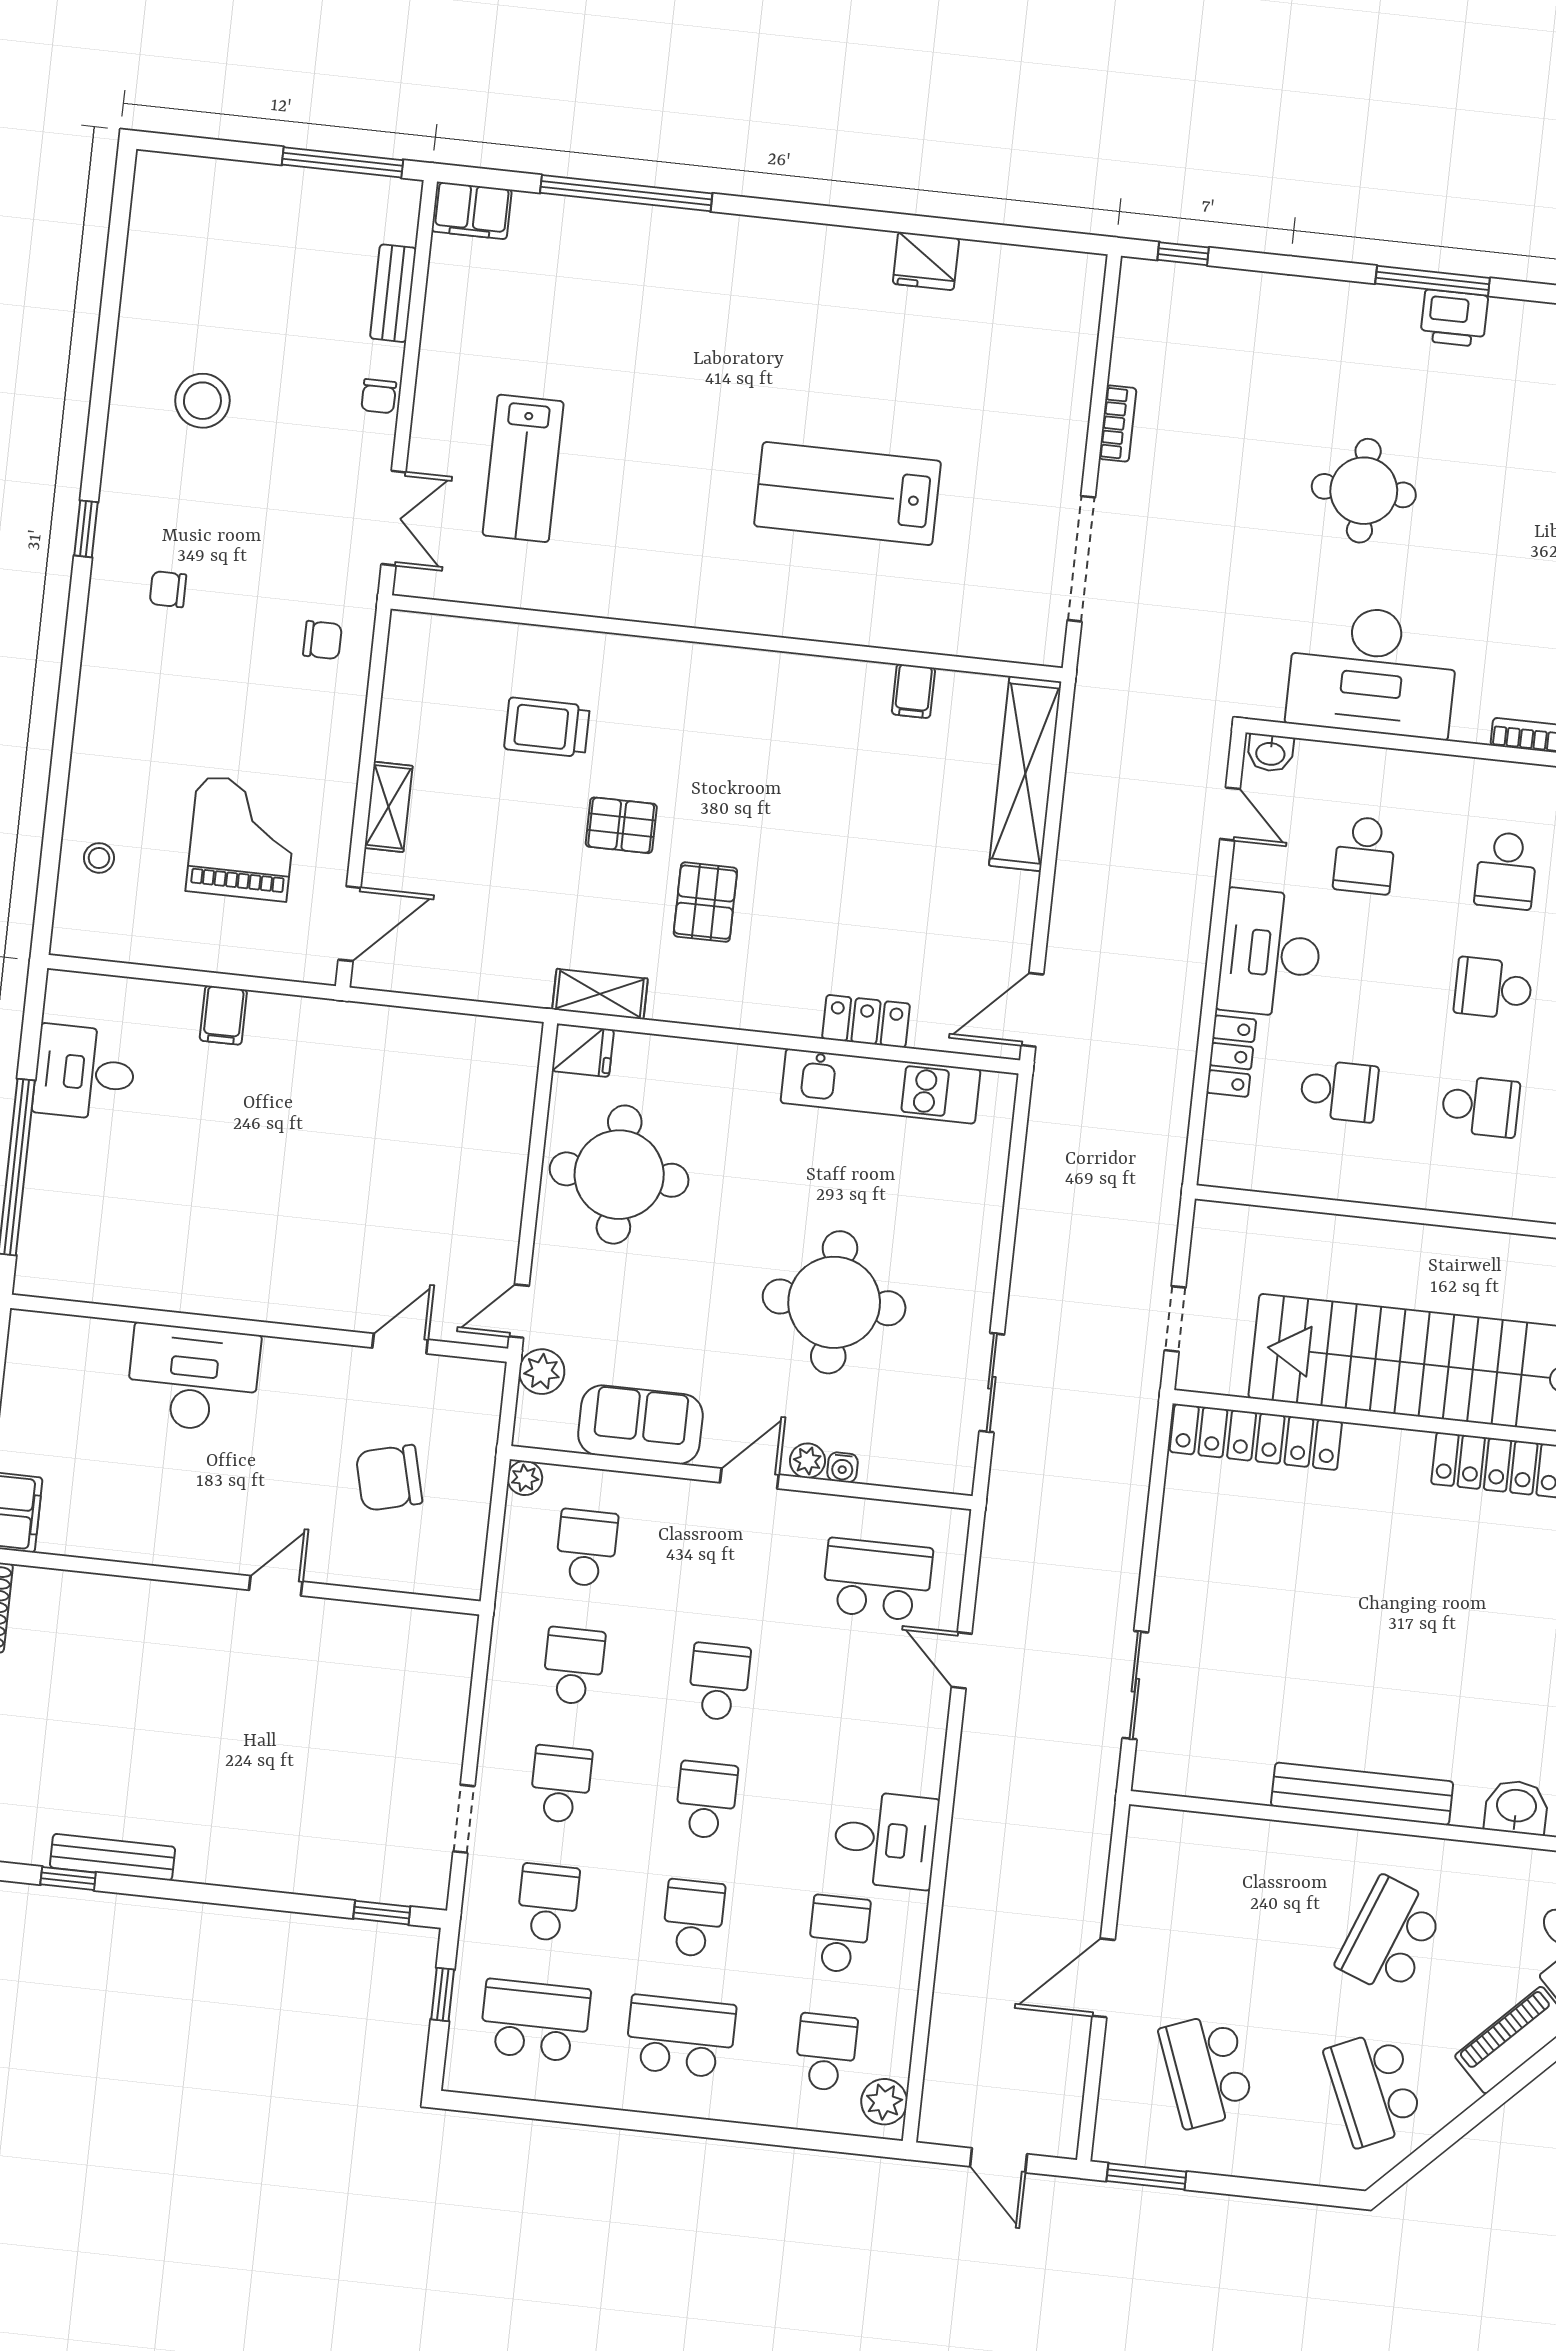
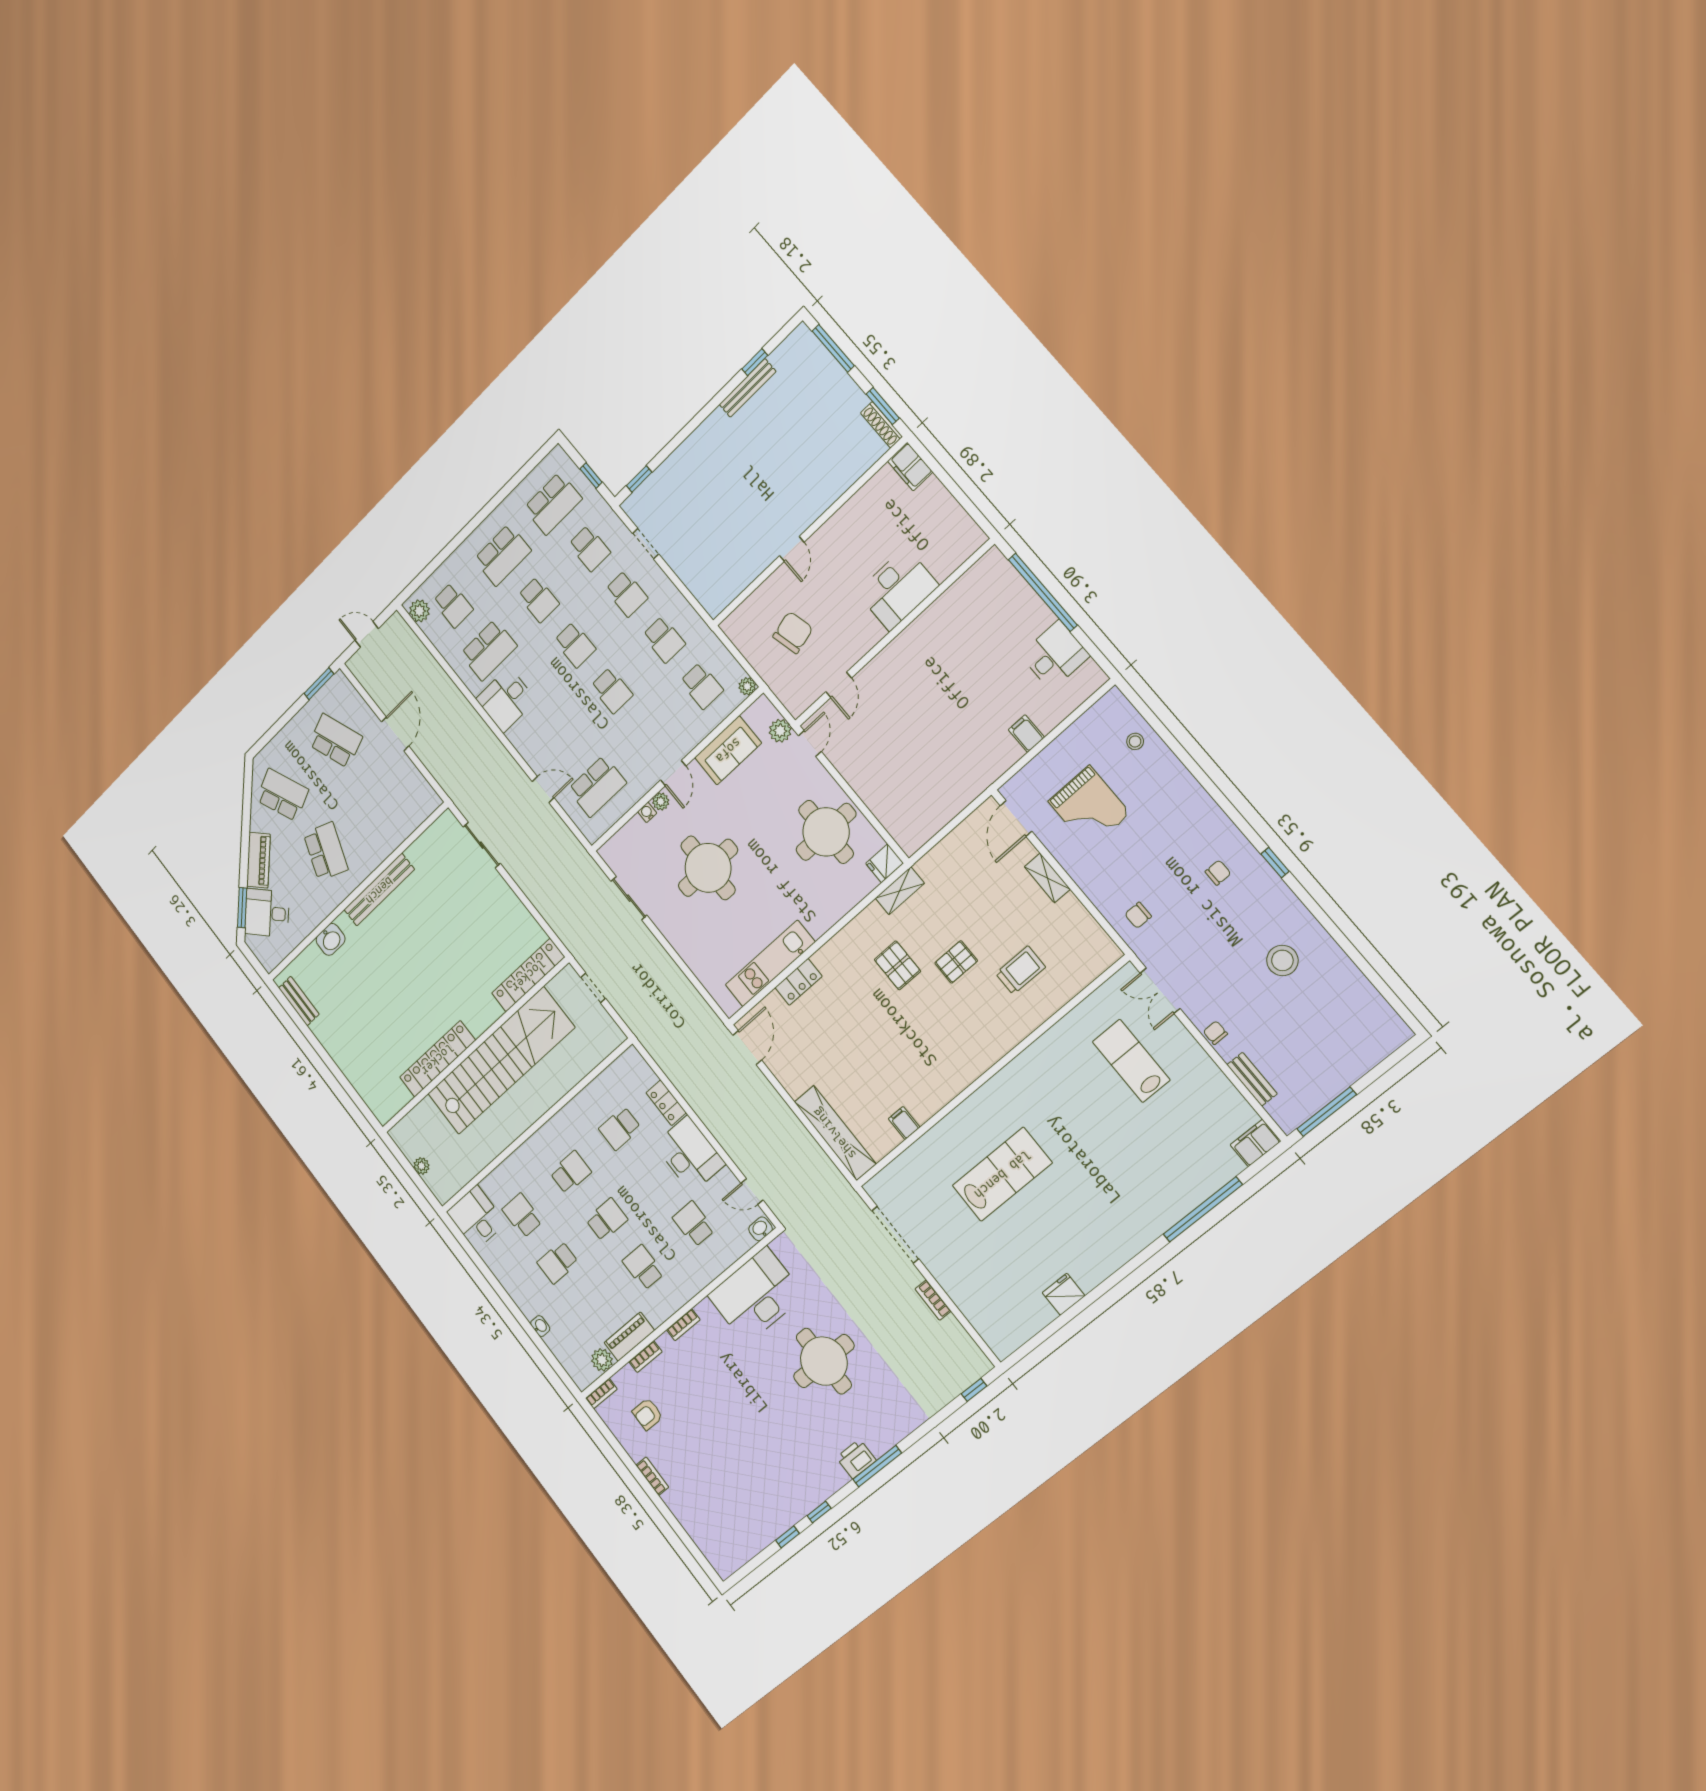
round table: (1364, 491) -> (824, 1361), width x1.36, depth x1.36
school desk: (1480, 1106) -> (571, 1172), turned 180
school desk: (839, 1934) -> (489, 650), width x1.85

